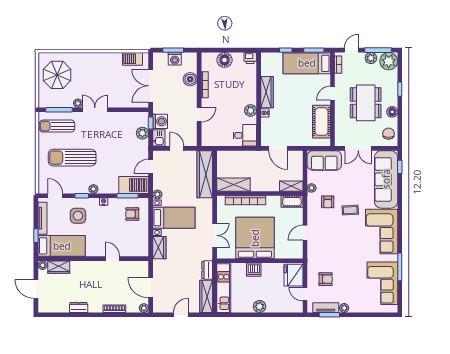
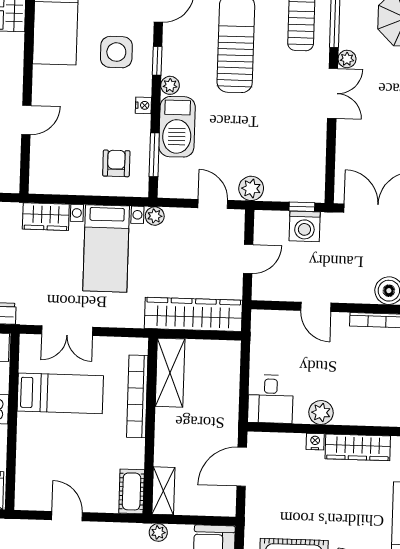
plant: (142, 133) -> (251, 188), moved
kitchen sink: (159, 138) -> (271, 223), removed
barbecue: (134, 185) -> (177, 127), moved
bed: (255, 238) -> (60, 393), width x0.49

